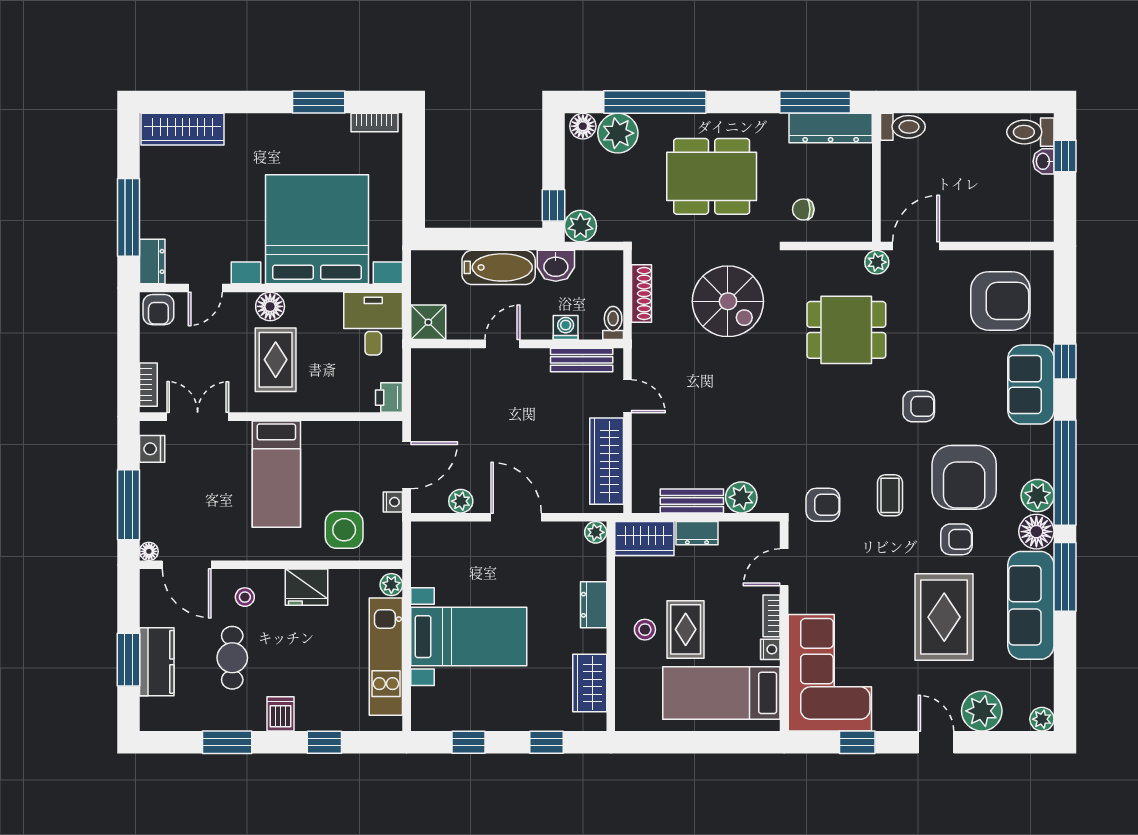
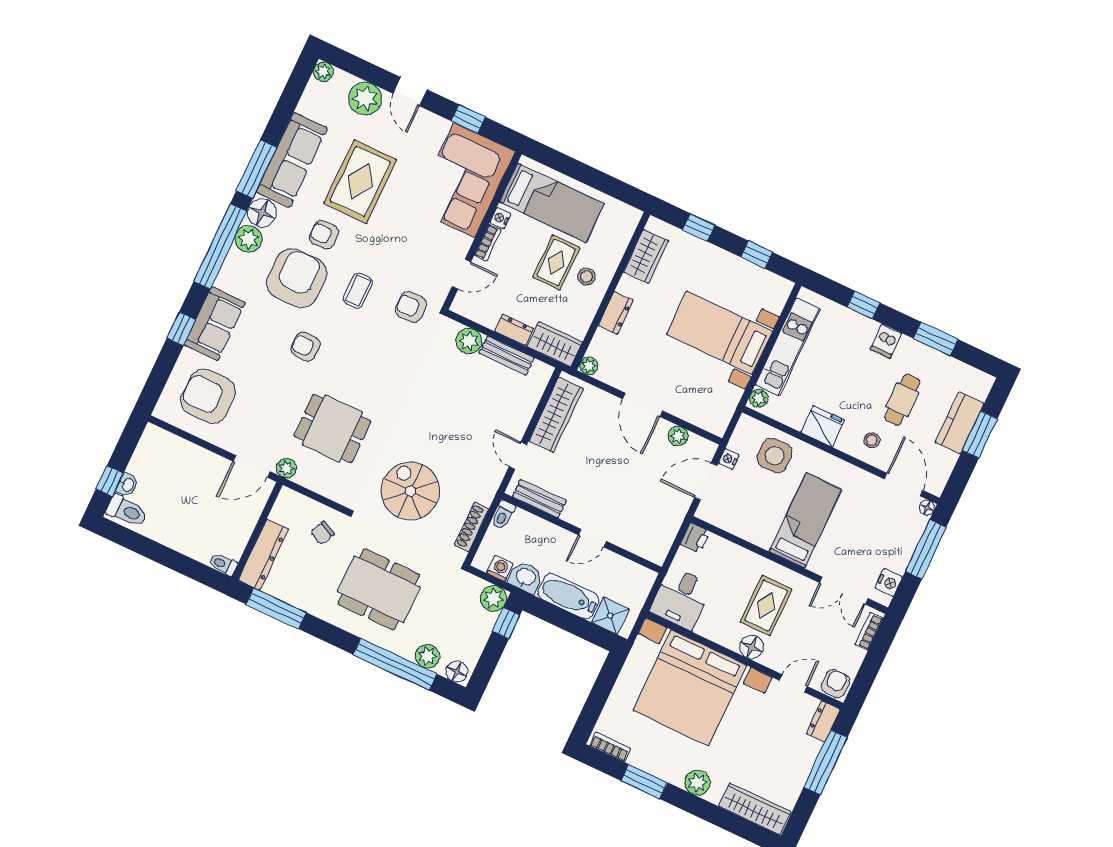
toilet: (903, 127) -> (223, 564), width x0.73, depth x0.72
dresser: (831, 128) -> (263, 555), moved, turned 90
plant: (259, 129) -> (697, 783), added
plant: (618, 133) -> (427, 656), width x0.73, depth x0.73
chair: (803, 209) -> (322, 533), turned 116
shower: (428, 322) -> (610, 616), moved
washing machine: (566, 328) -> (500, 568), moved, turned 180

